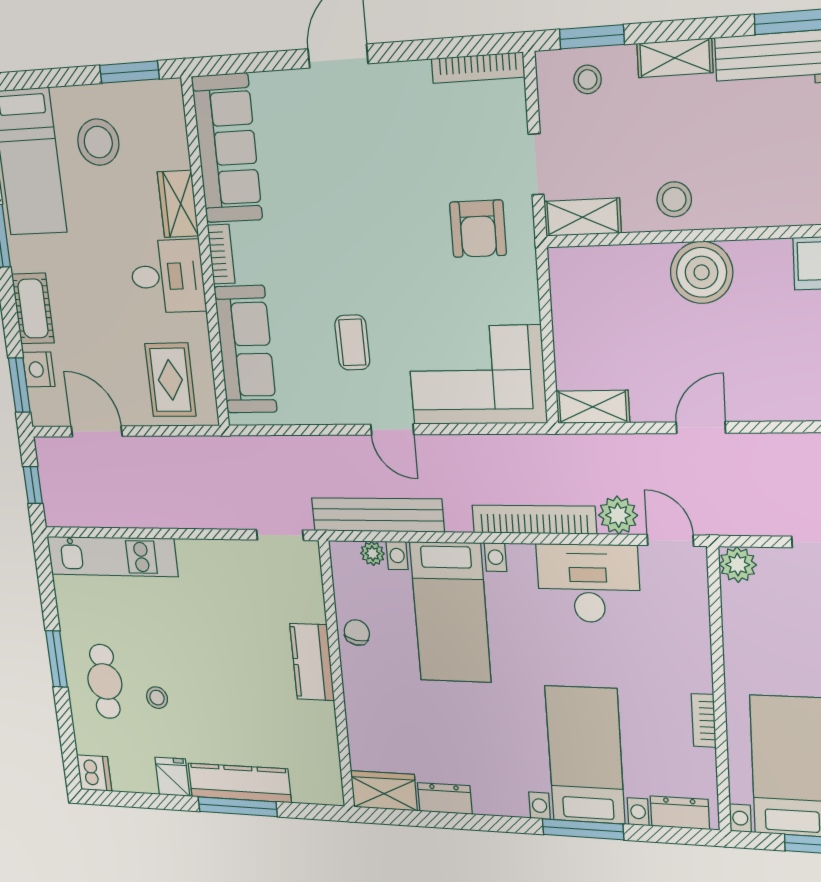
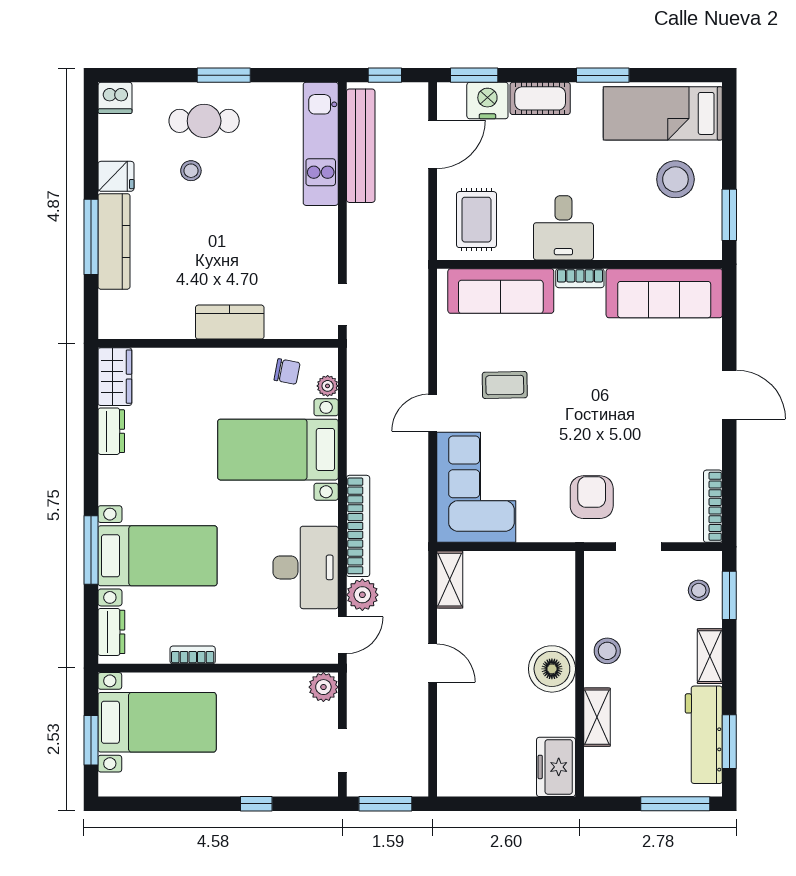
wardrobe: (178, 204) -> (622, 245), removed
shelving: (583, 217) -> (597, 717), moved
armchair: (478, 229) -> (592, 497), turned 90
nightstand: (39, 369) -> (487, 100), width x1.36, depth x1.33
rug: (170, 380) -> (476, 220), turned 90
bench: (377, 515) -> (361, 146), moved
chair: (357, 632) -> (287, 371), moved

